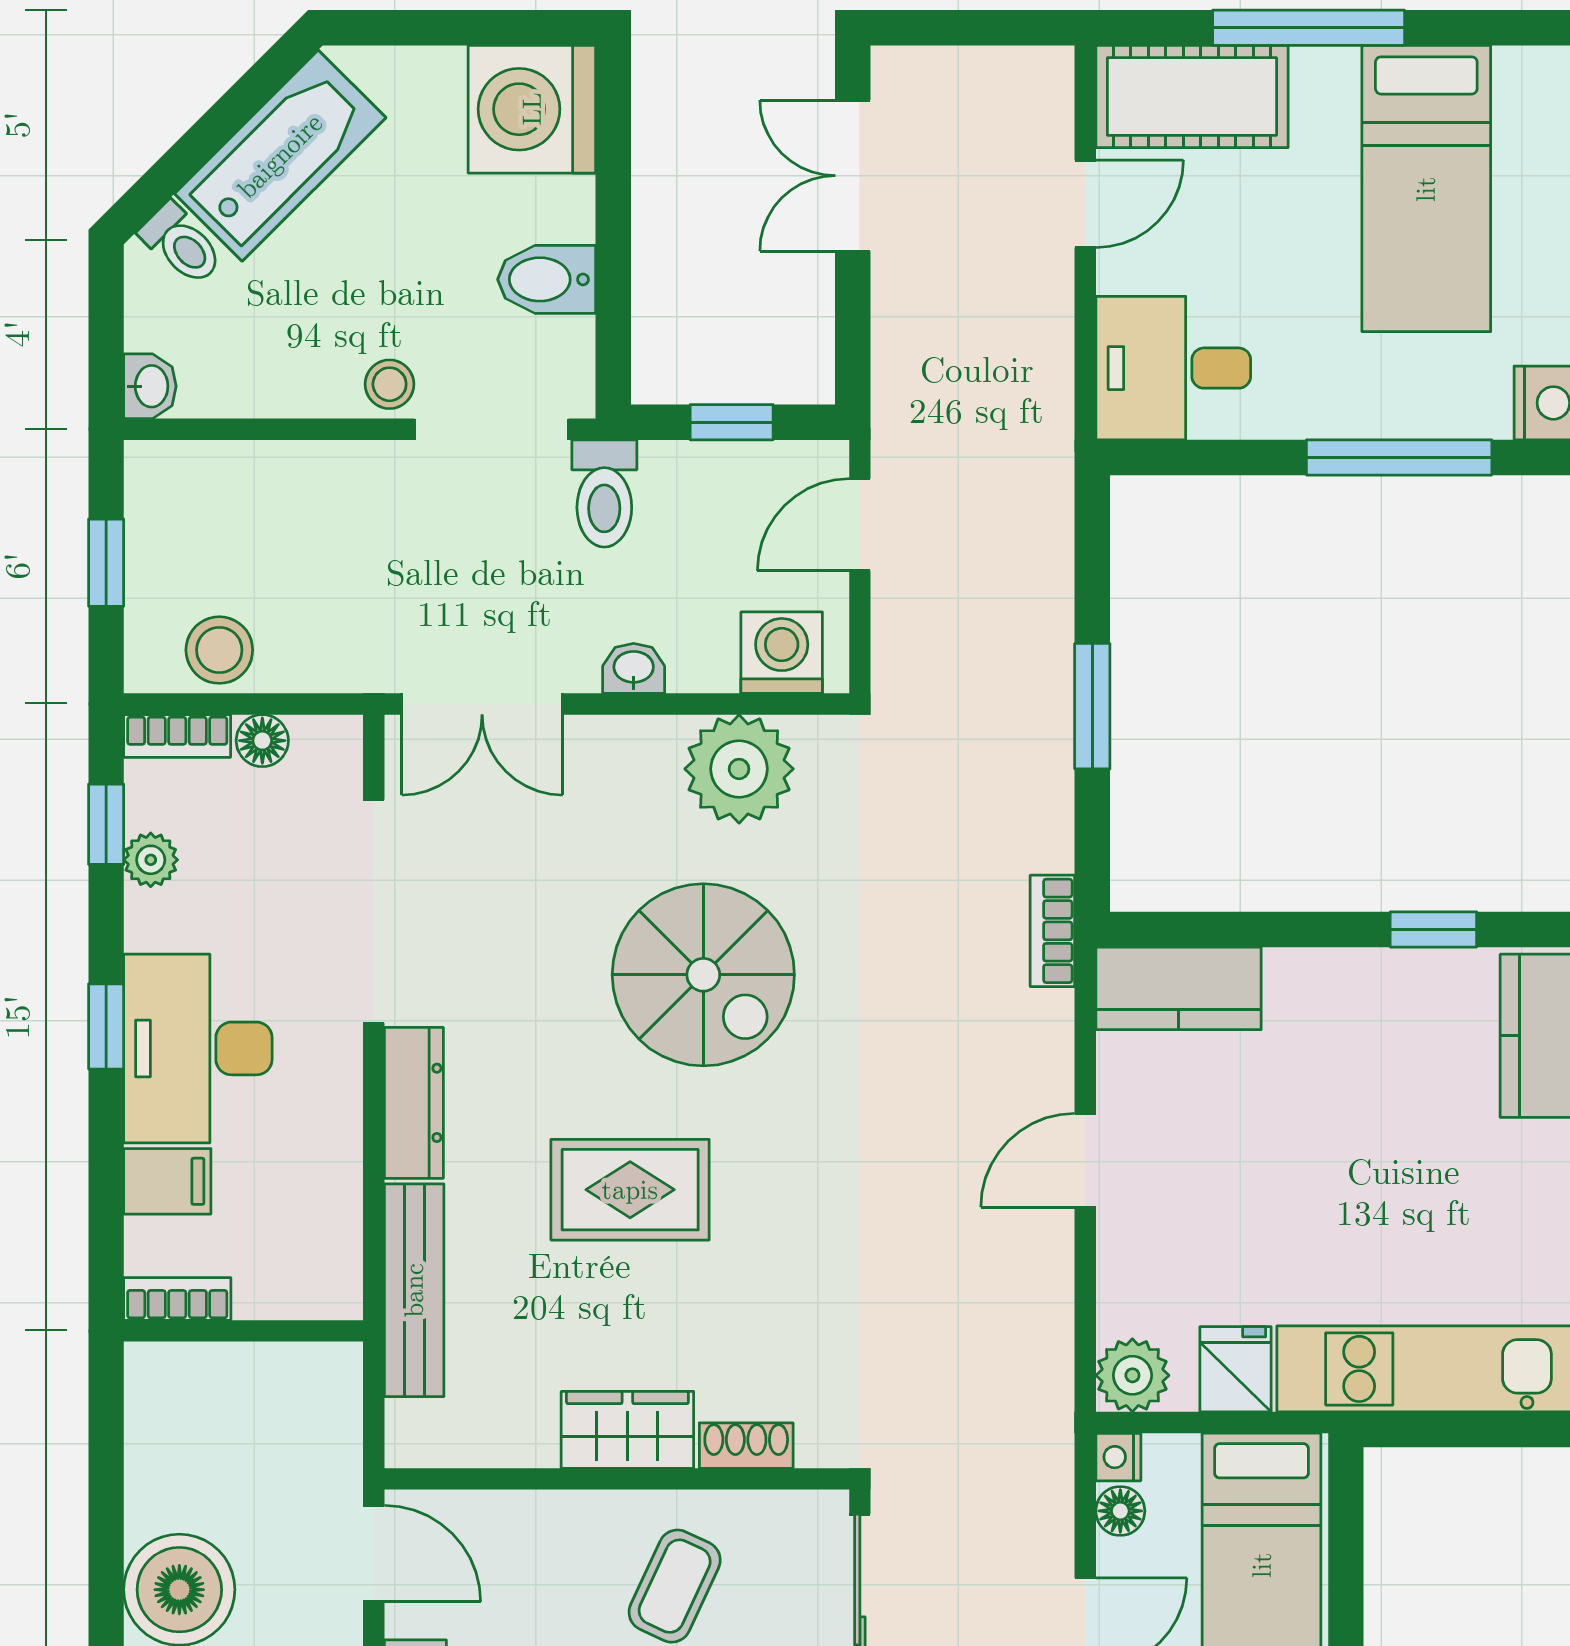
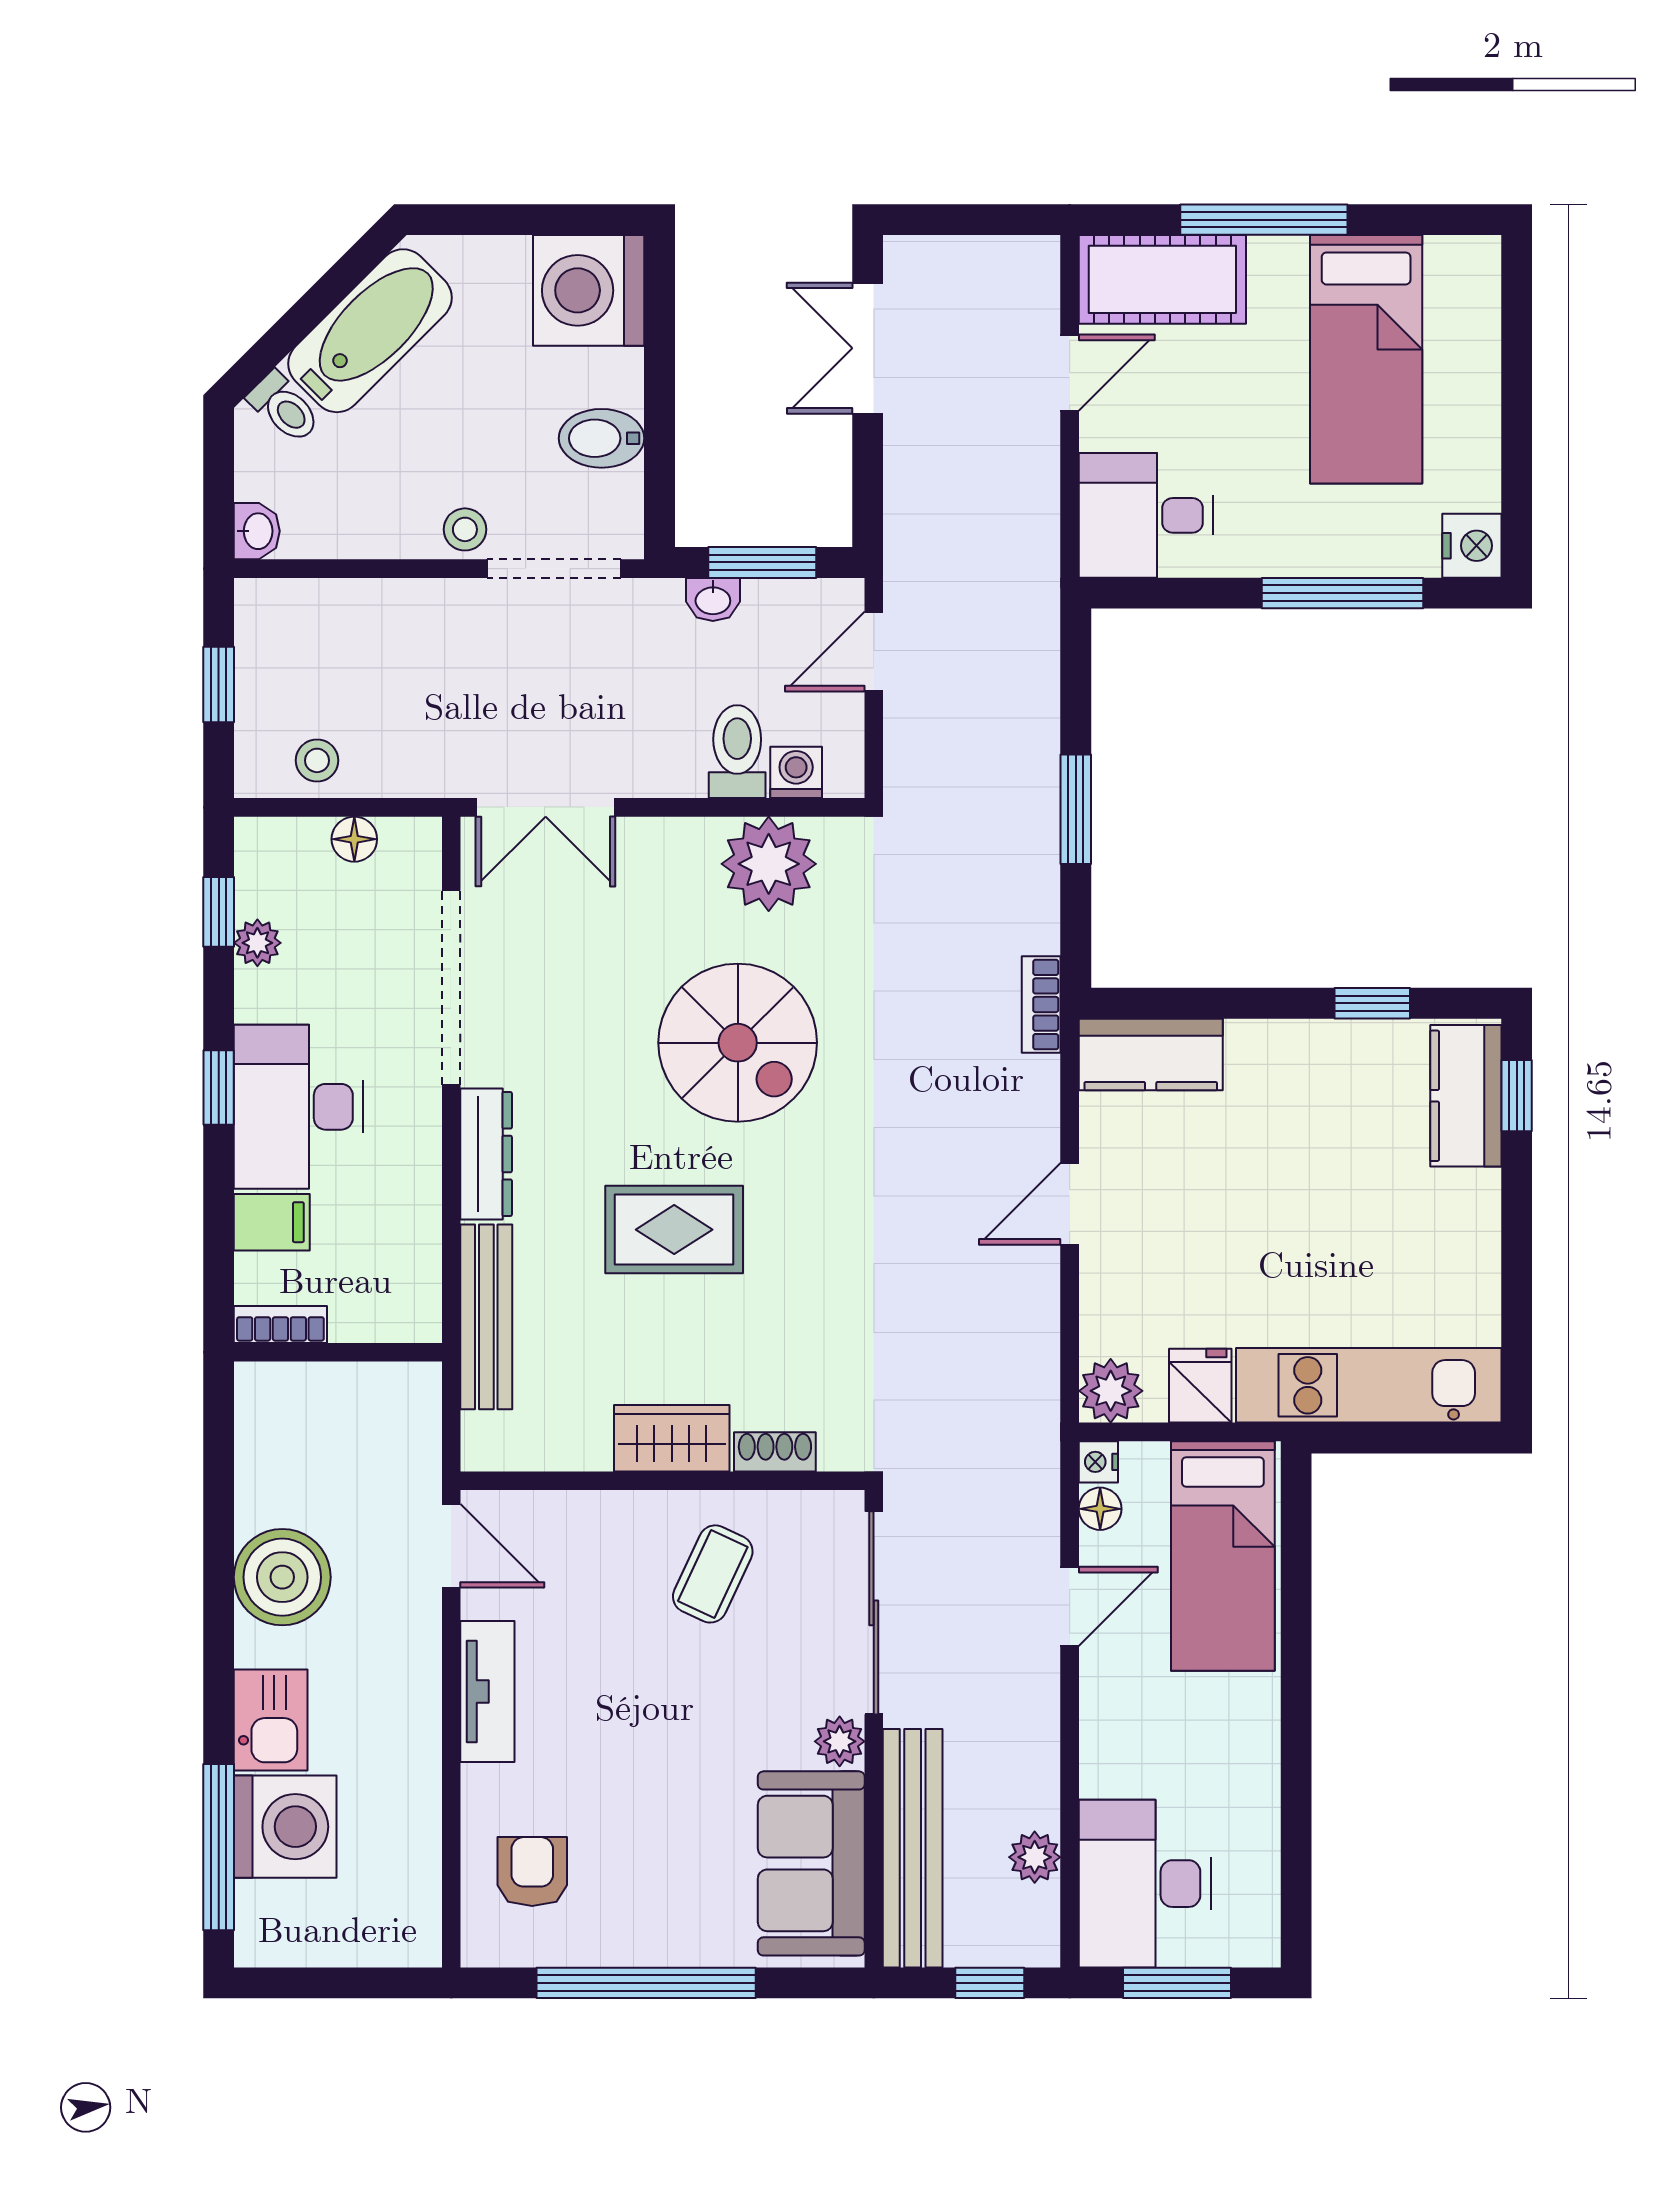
window: (732, 422) -> (762, 562), width x1.50
toilet: (604, 493) -> (737, 752), moved, turned 180
stool: (219, 650) -> (317, 760), width x0.73, depth x0.73
washing machine: (782, 653) -> (796, 772), width x0.73, depth x0.73
washbasin: (634, 668) -> (713, 599), moved, turned 180
bookcase: (177, 736) -> (280, 835), removed

